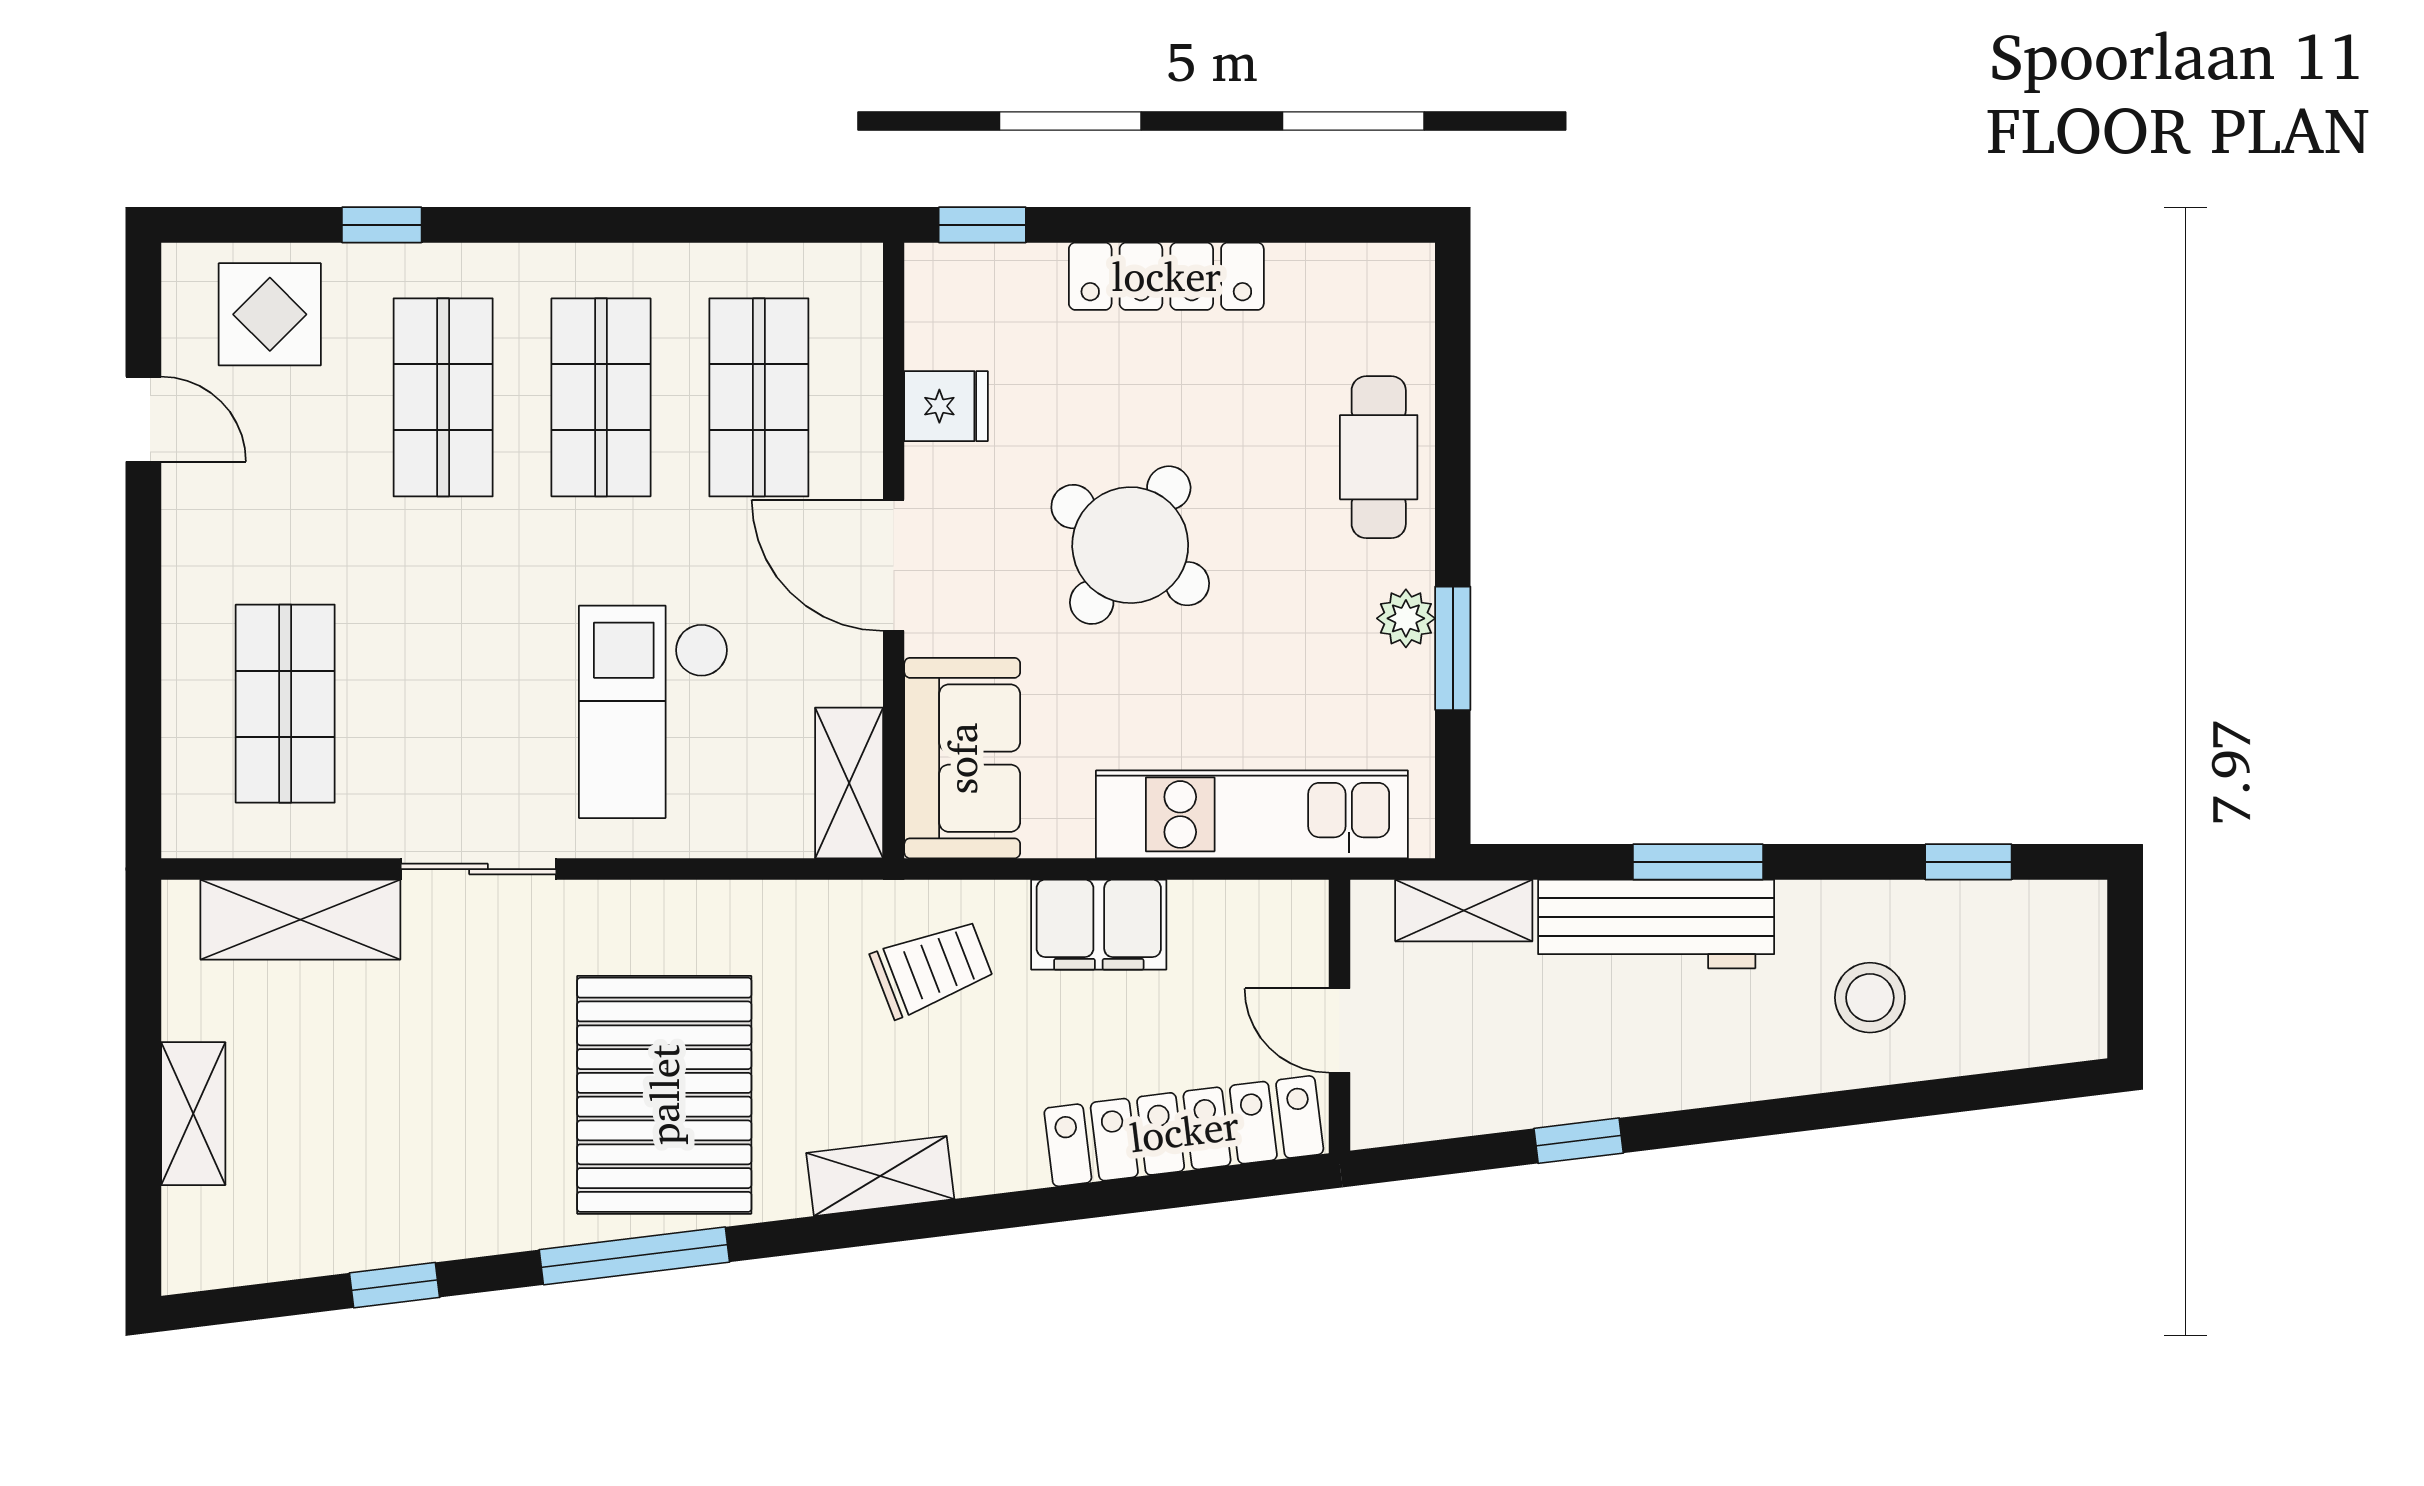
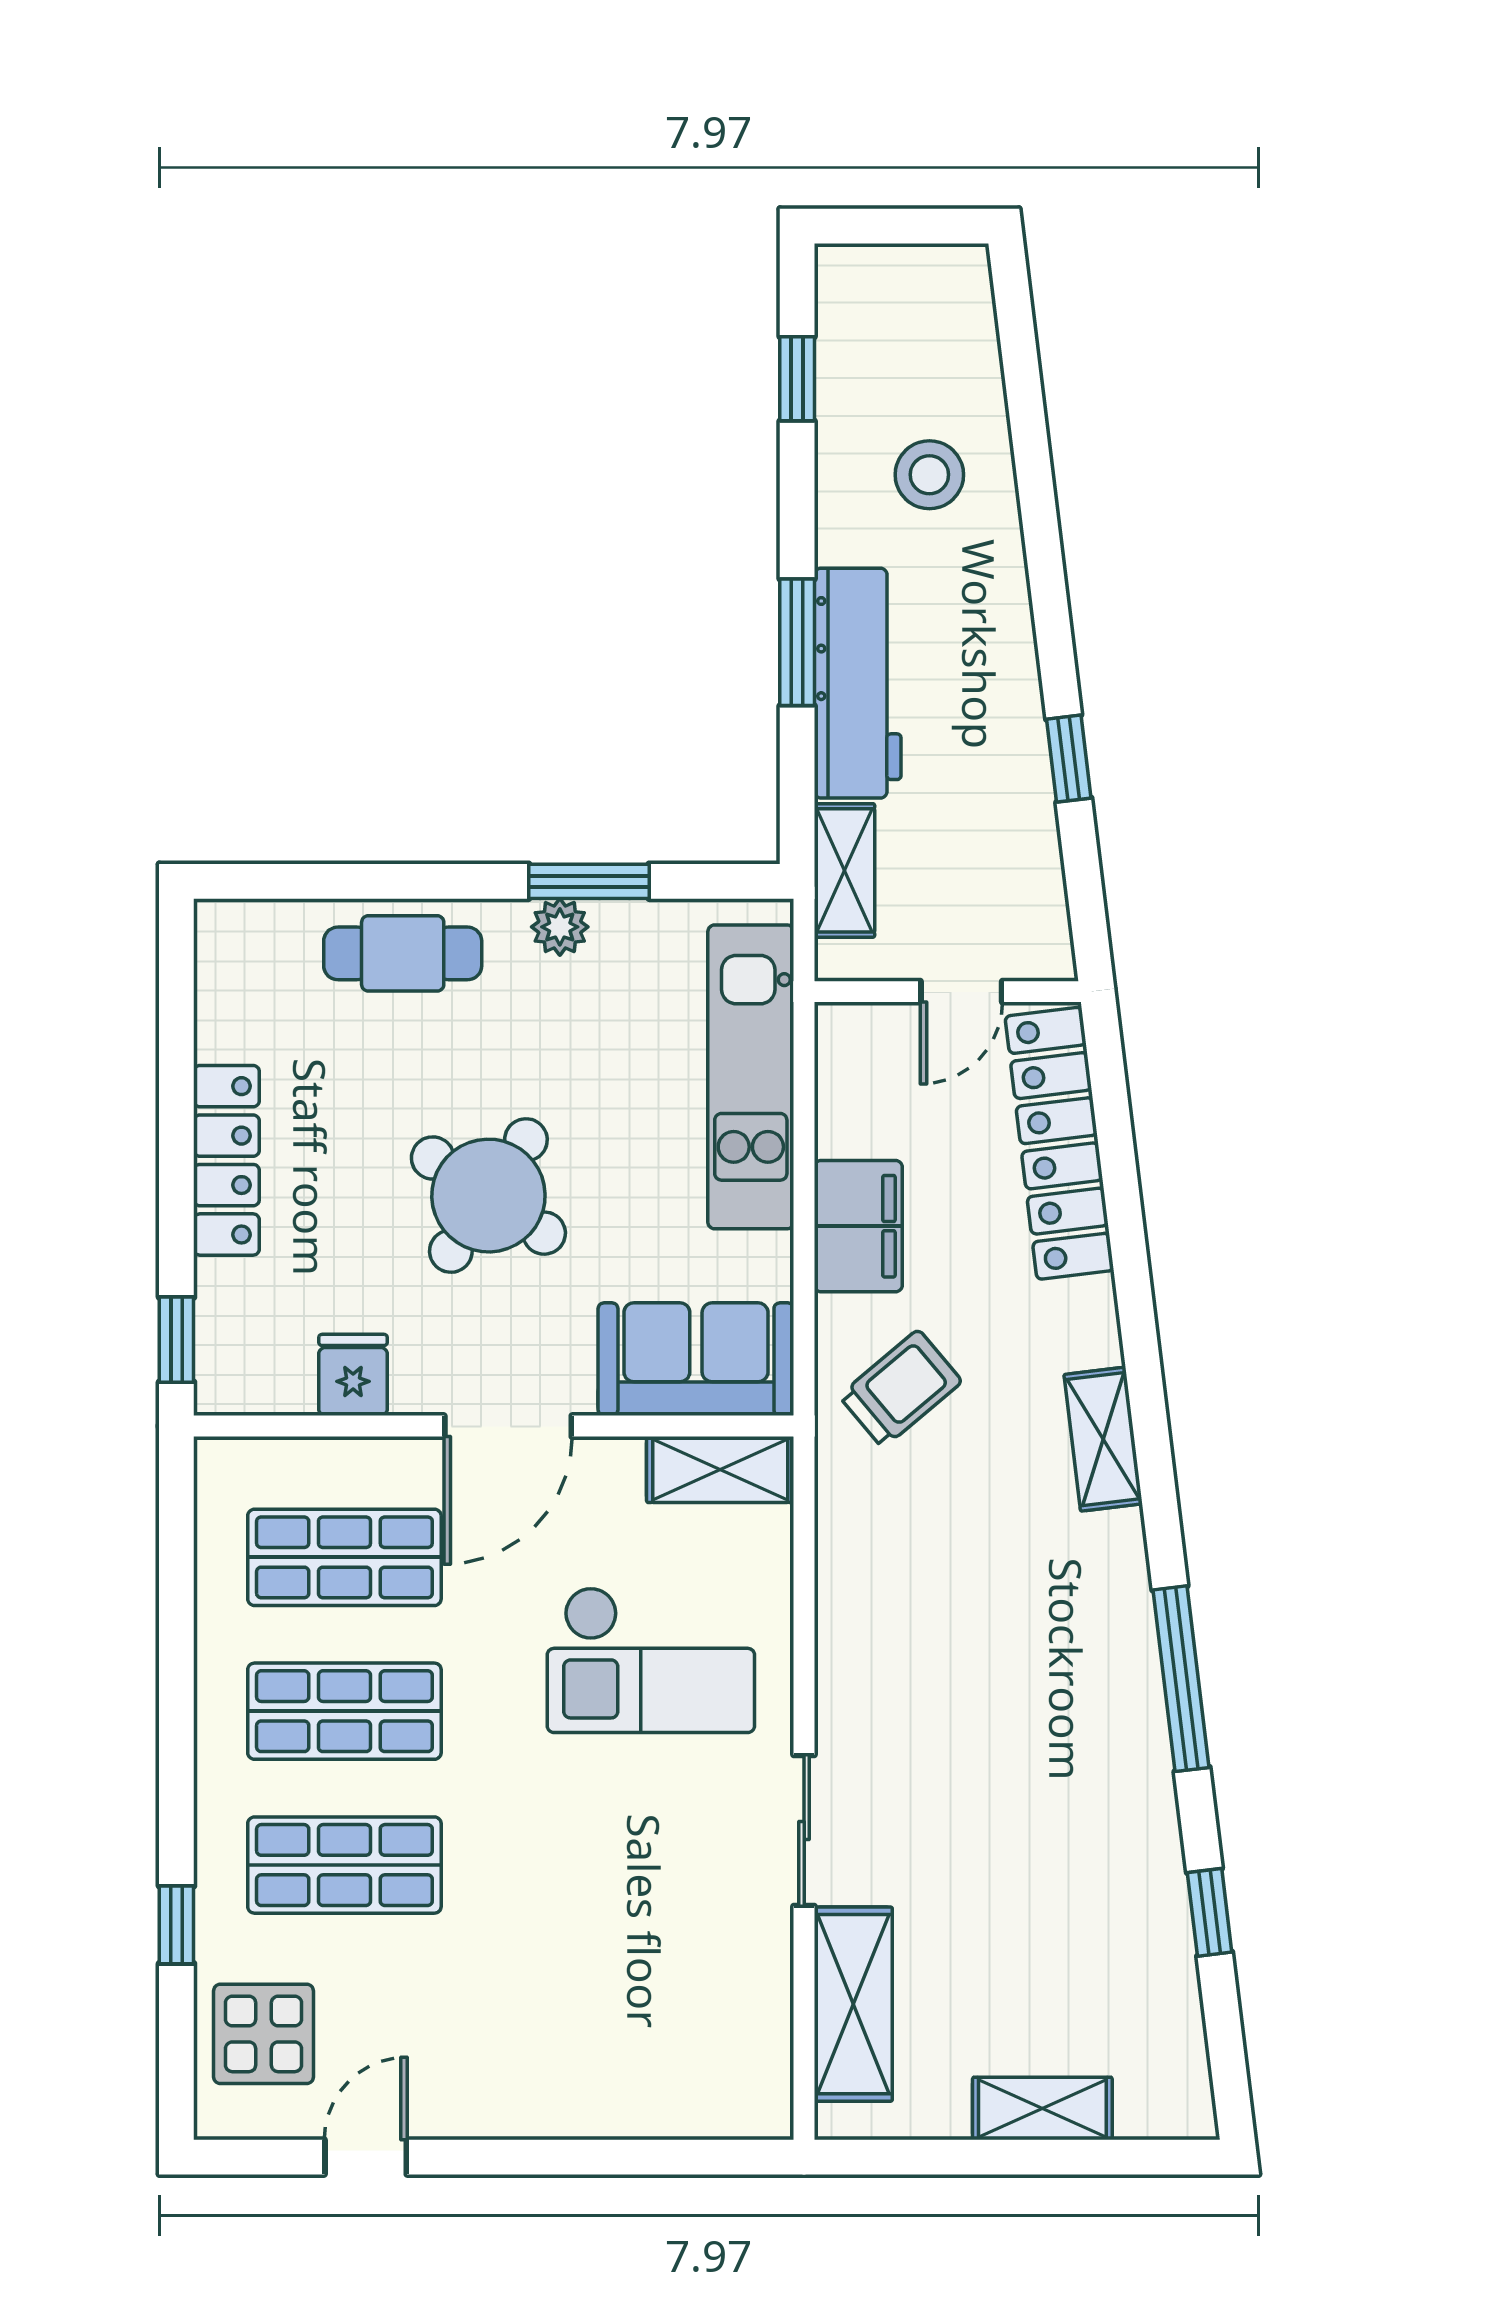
shop shelf: (285, 704) -> (643, 2019), removed
trolley: (932, 968) -> (901, 1389), turned 71
pallet: (664, 1095) -> (1024, 1650), removed

